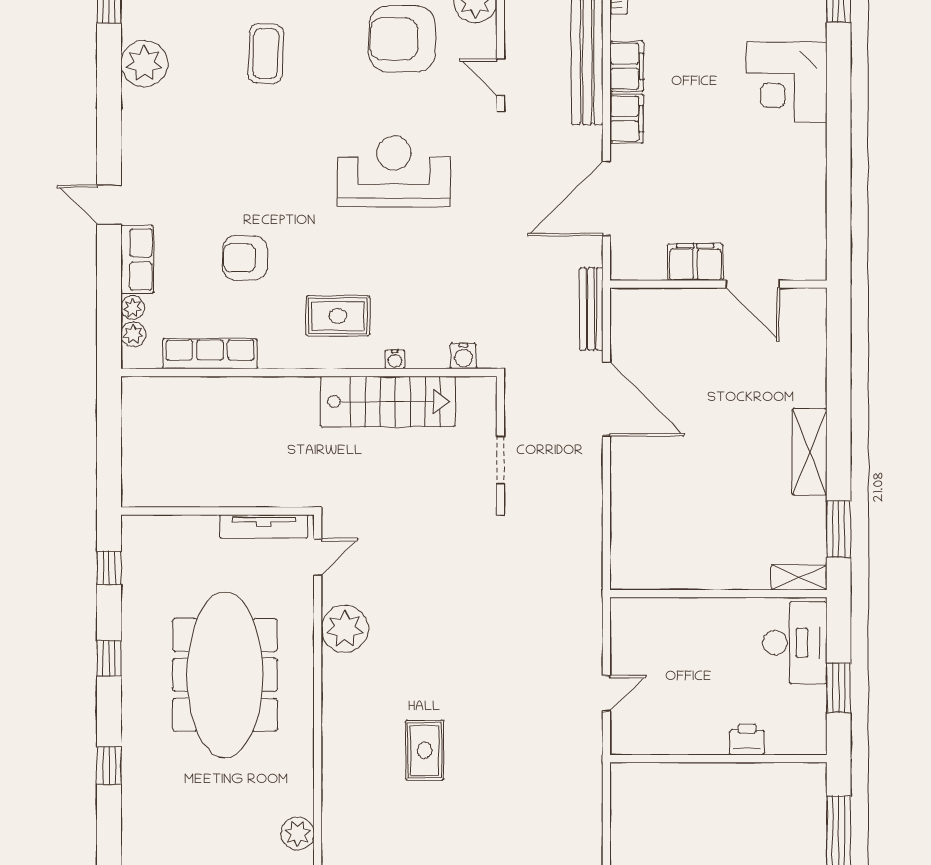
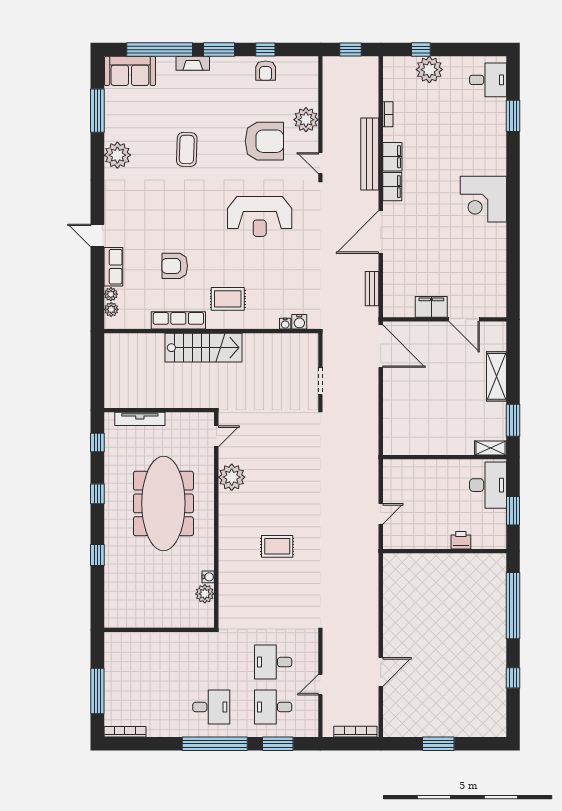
armchair: (402, 39) -> (264, 141), turned 180
corner desk: (787, 82) -> (483, 199), moved
reception desk: (394, 171) -> (260, 217), turned 180
filing cabinet: (695, 262) -> (431, 307), moved
wall: (718, 284) -> (445, 319), moved
door: (753, 284) -> (464, 319), moved
bench: (591, 309) -> (372, 289), width x0.73
row of seats: (210, 354) -> (178, 320), moved
water cooler: (395, 359) -> (285, 324), moved
stairs: (388, 401) -> (204, 348), moved
tv unit: (264, 526) -> (140, 419), moved
rug: (425, 750) -> (277, 546), turned 90
water cooler: (303, 804) -> (208, 577), added

